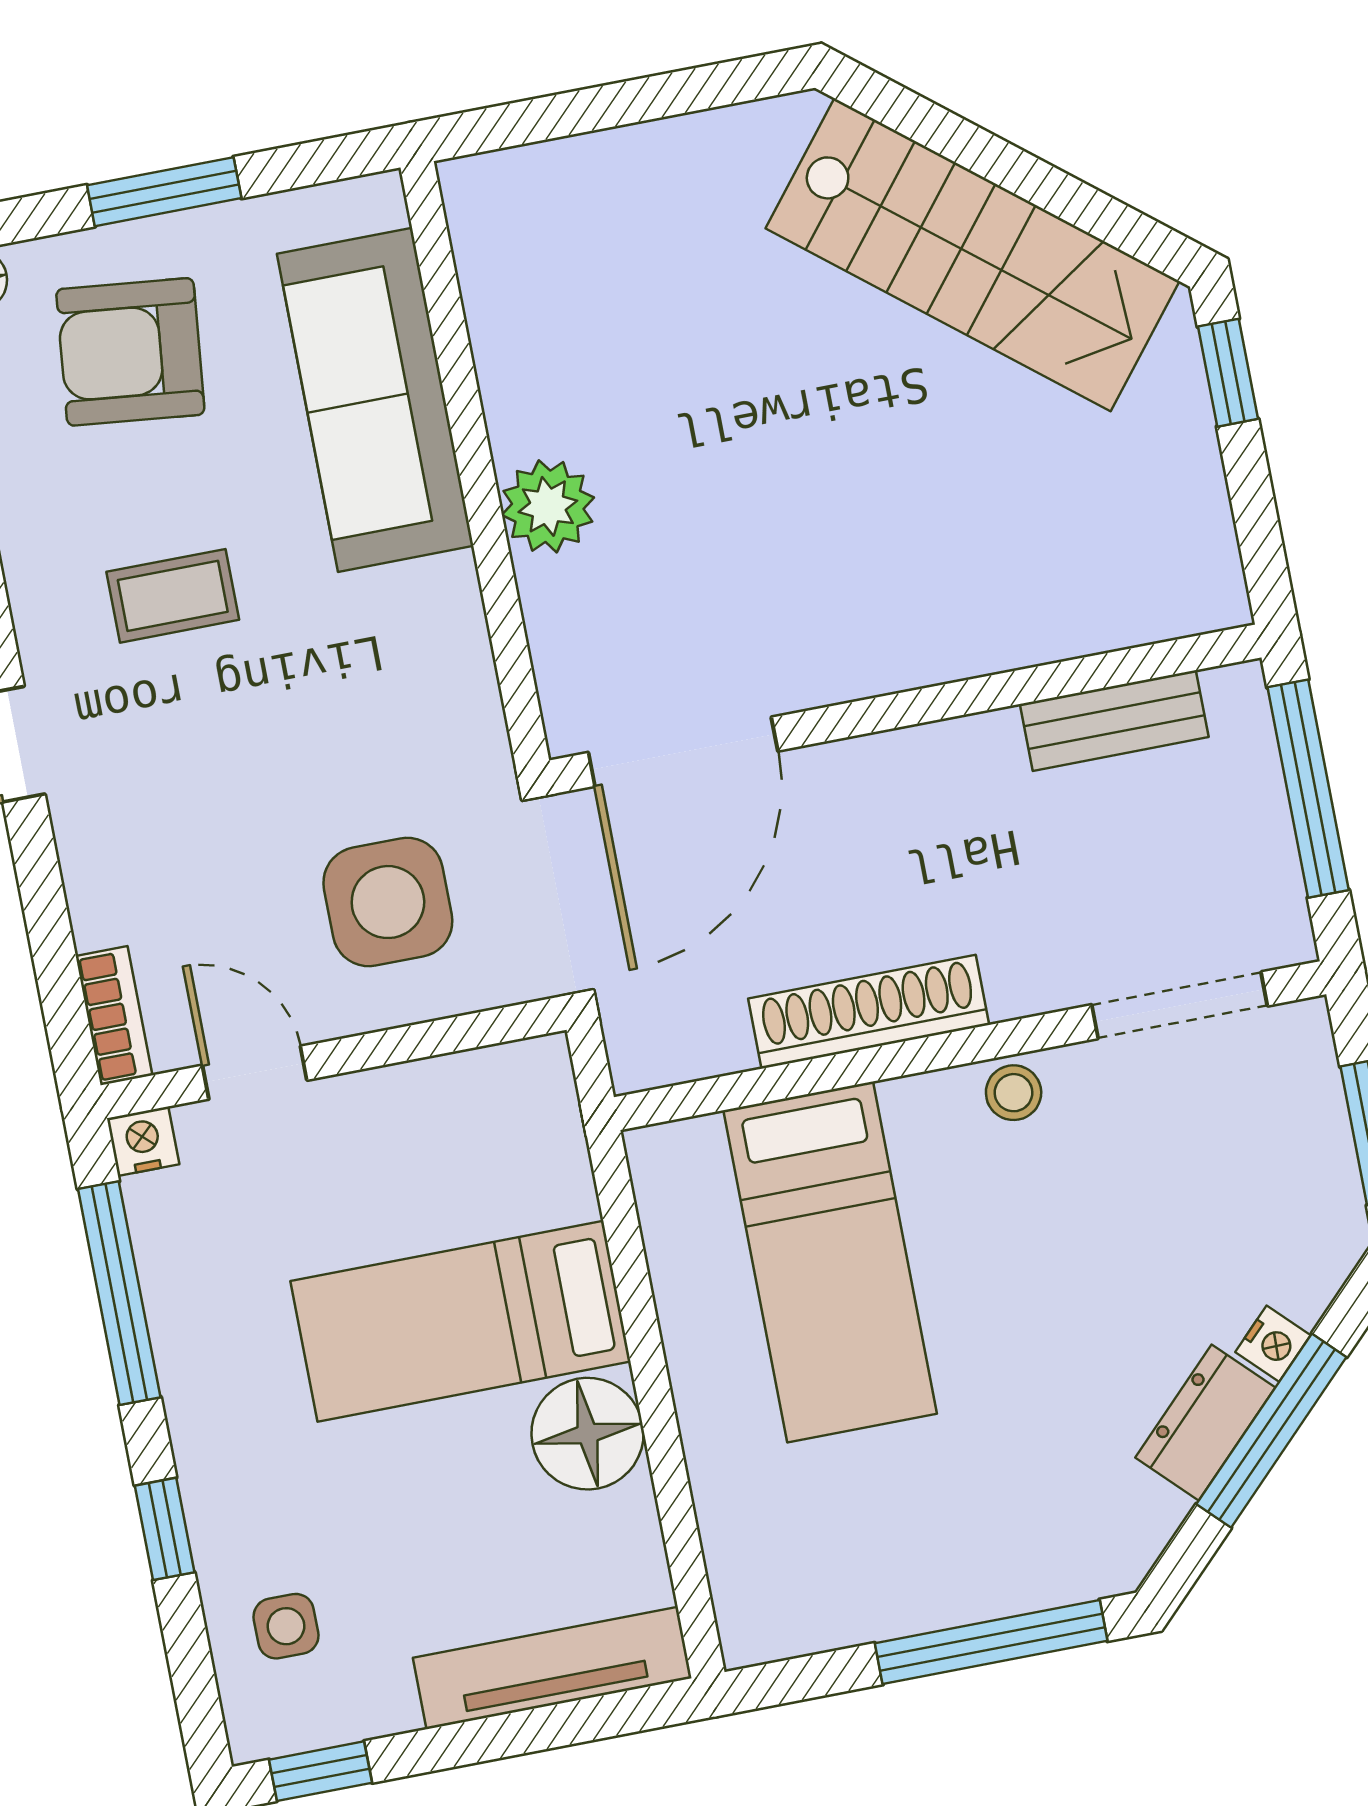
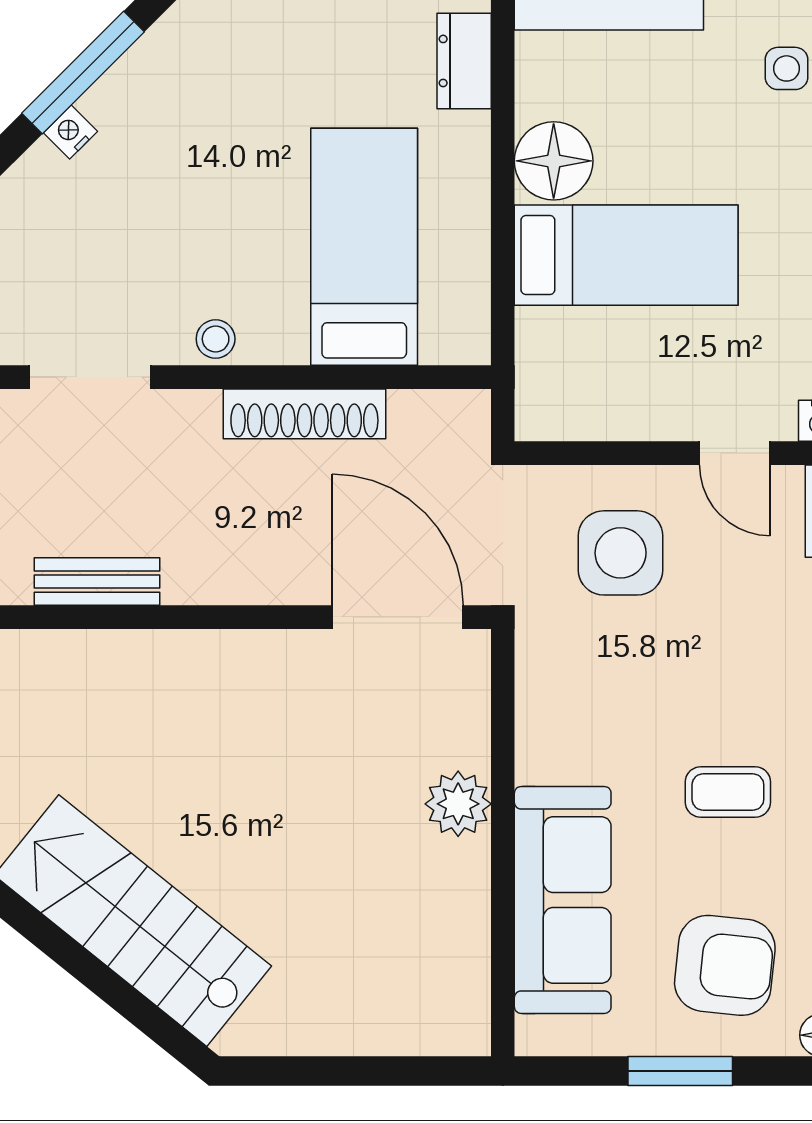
door: (683, 752) -> (398, 617), hinge flipped
dresser: (1205, 1422) -> (464, 61), moved, turned 135

